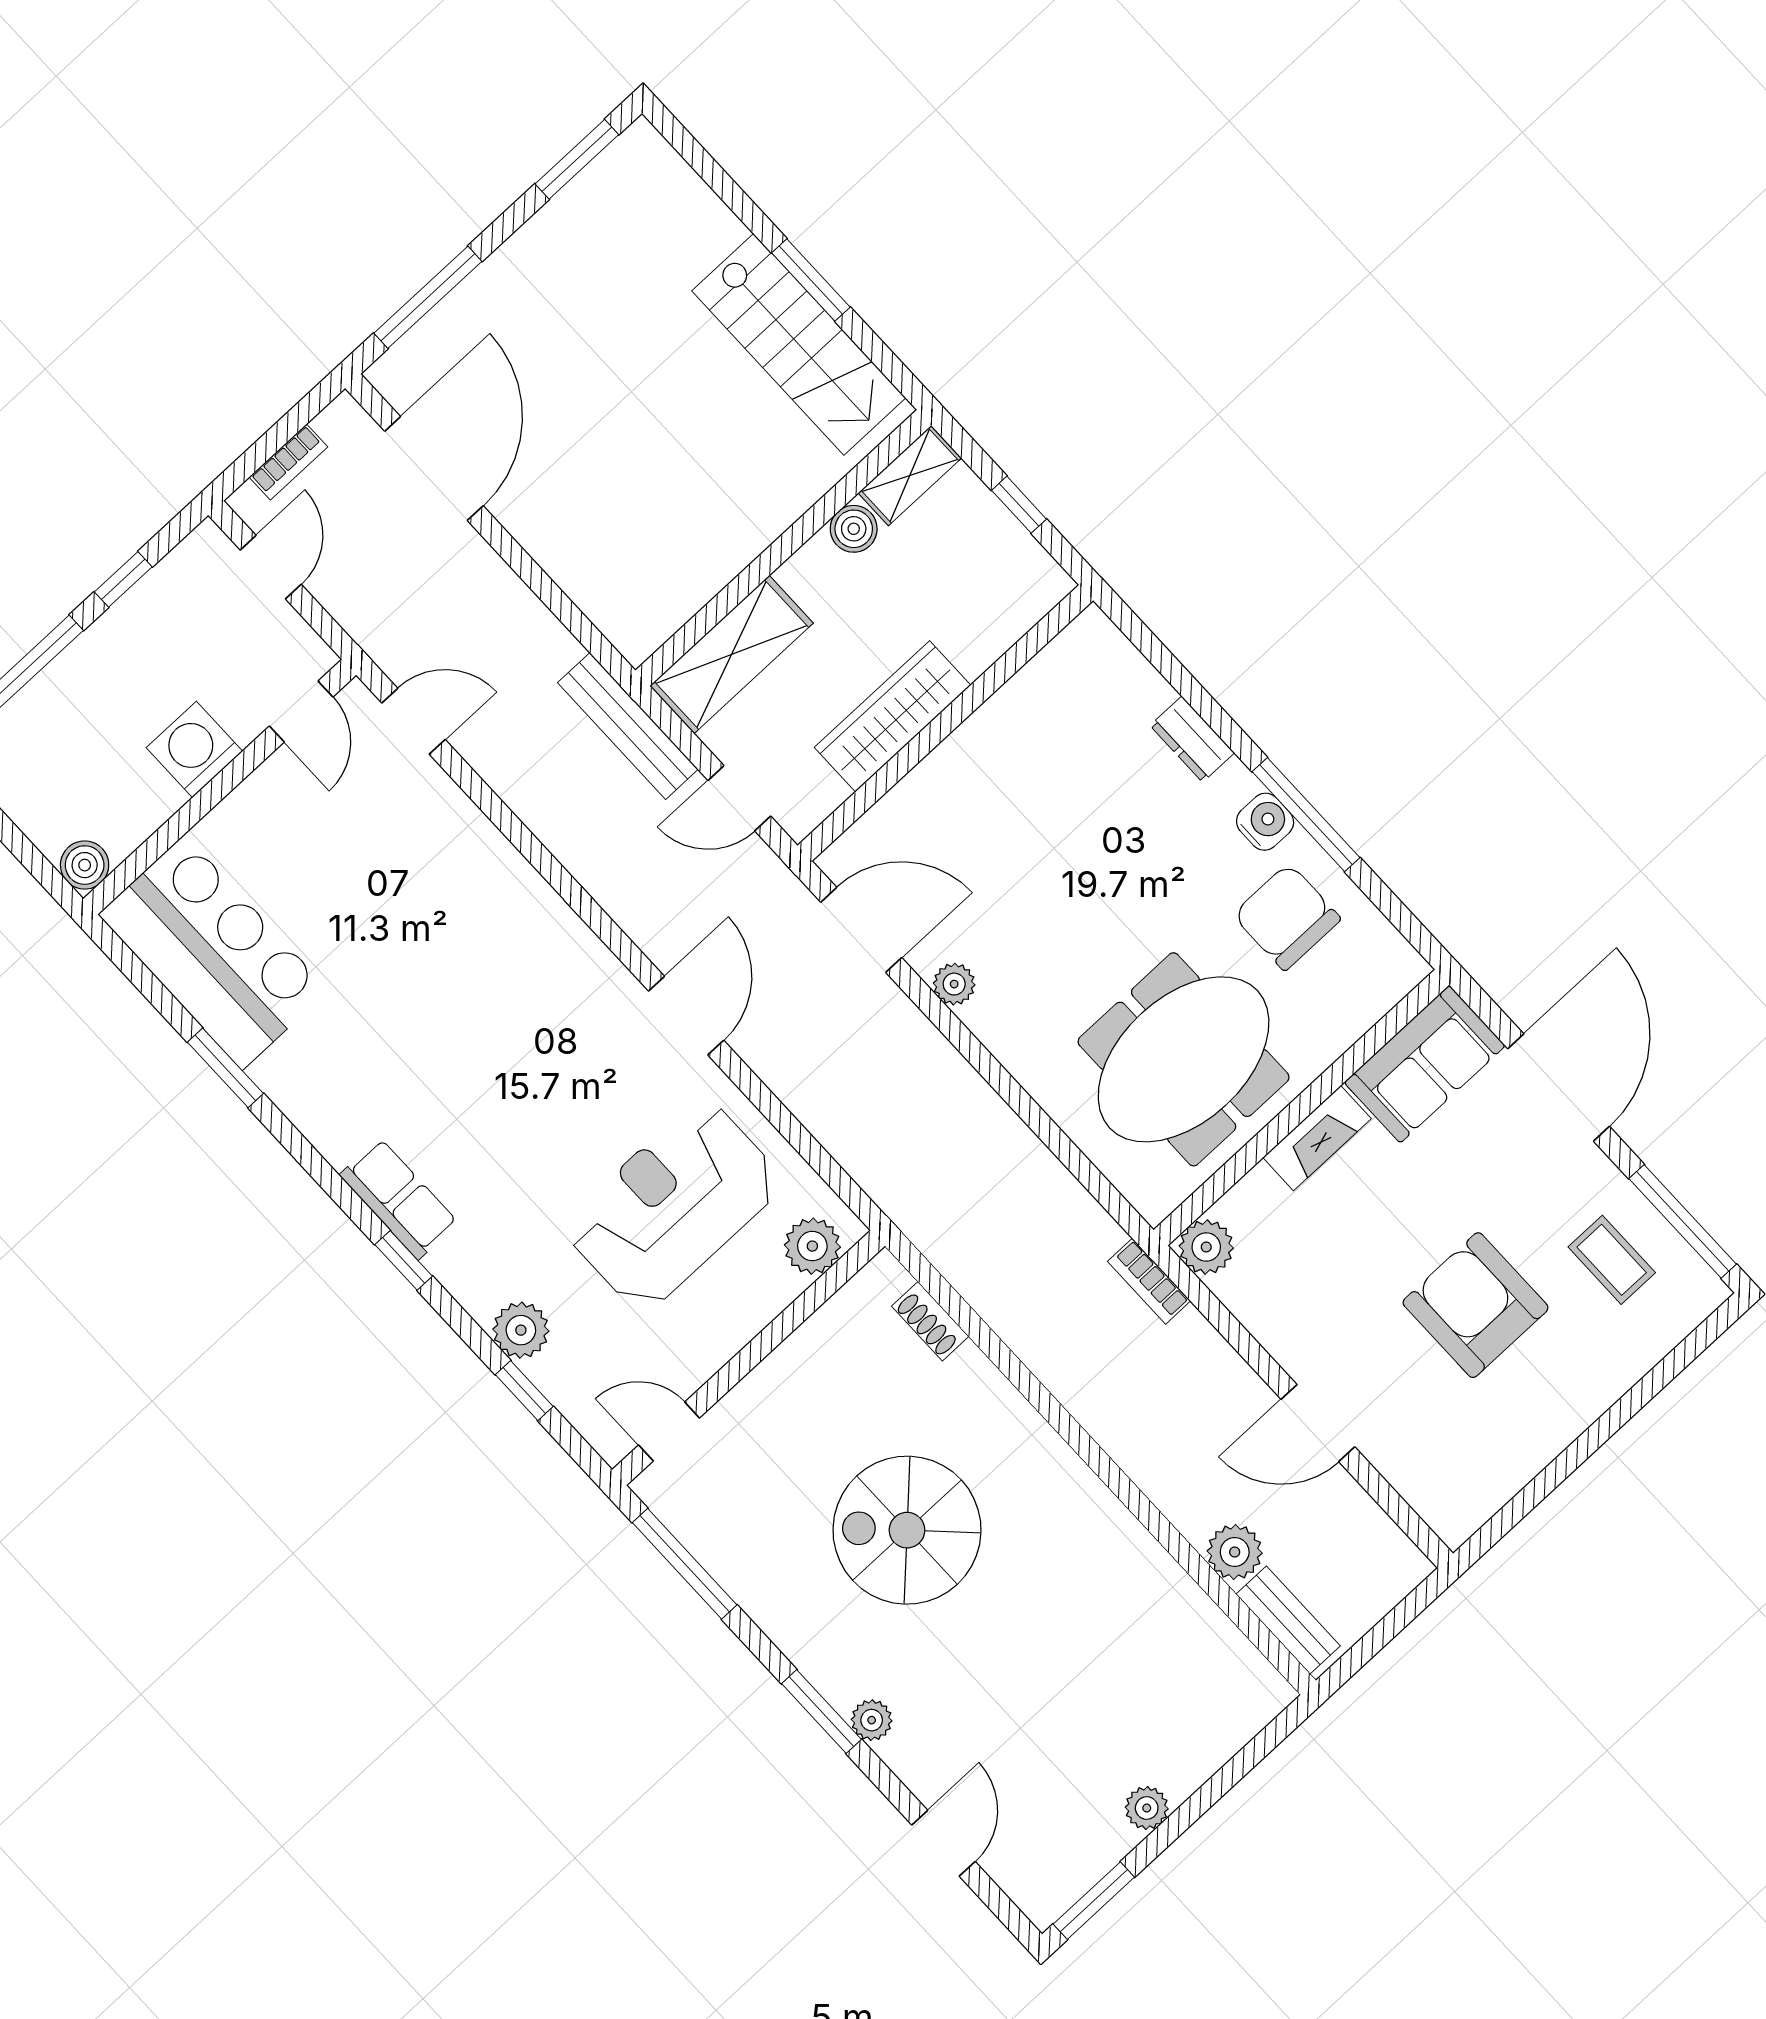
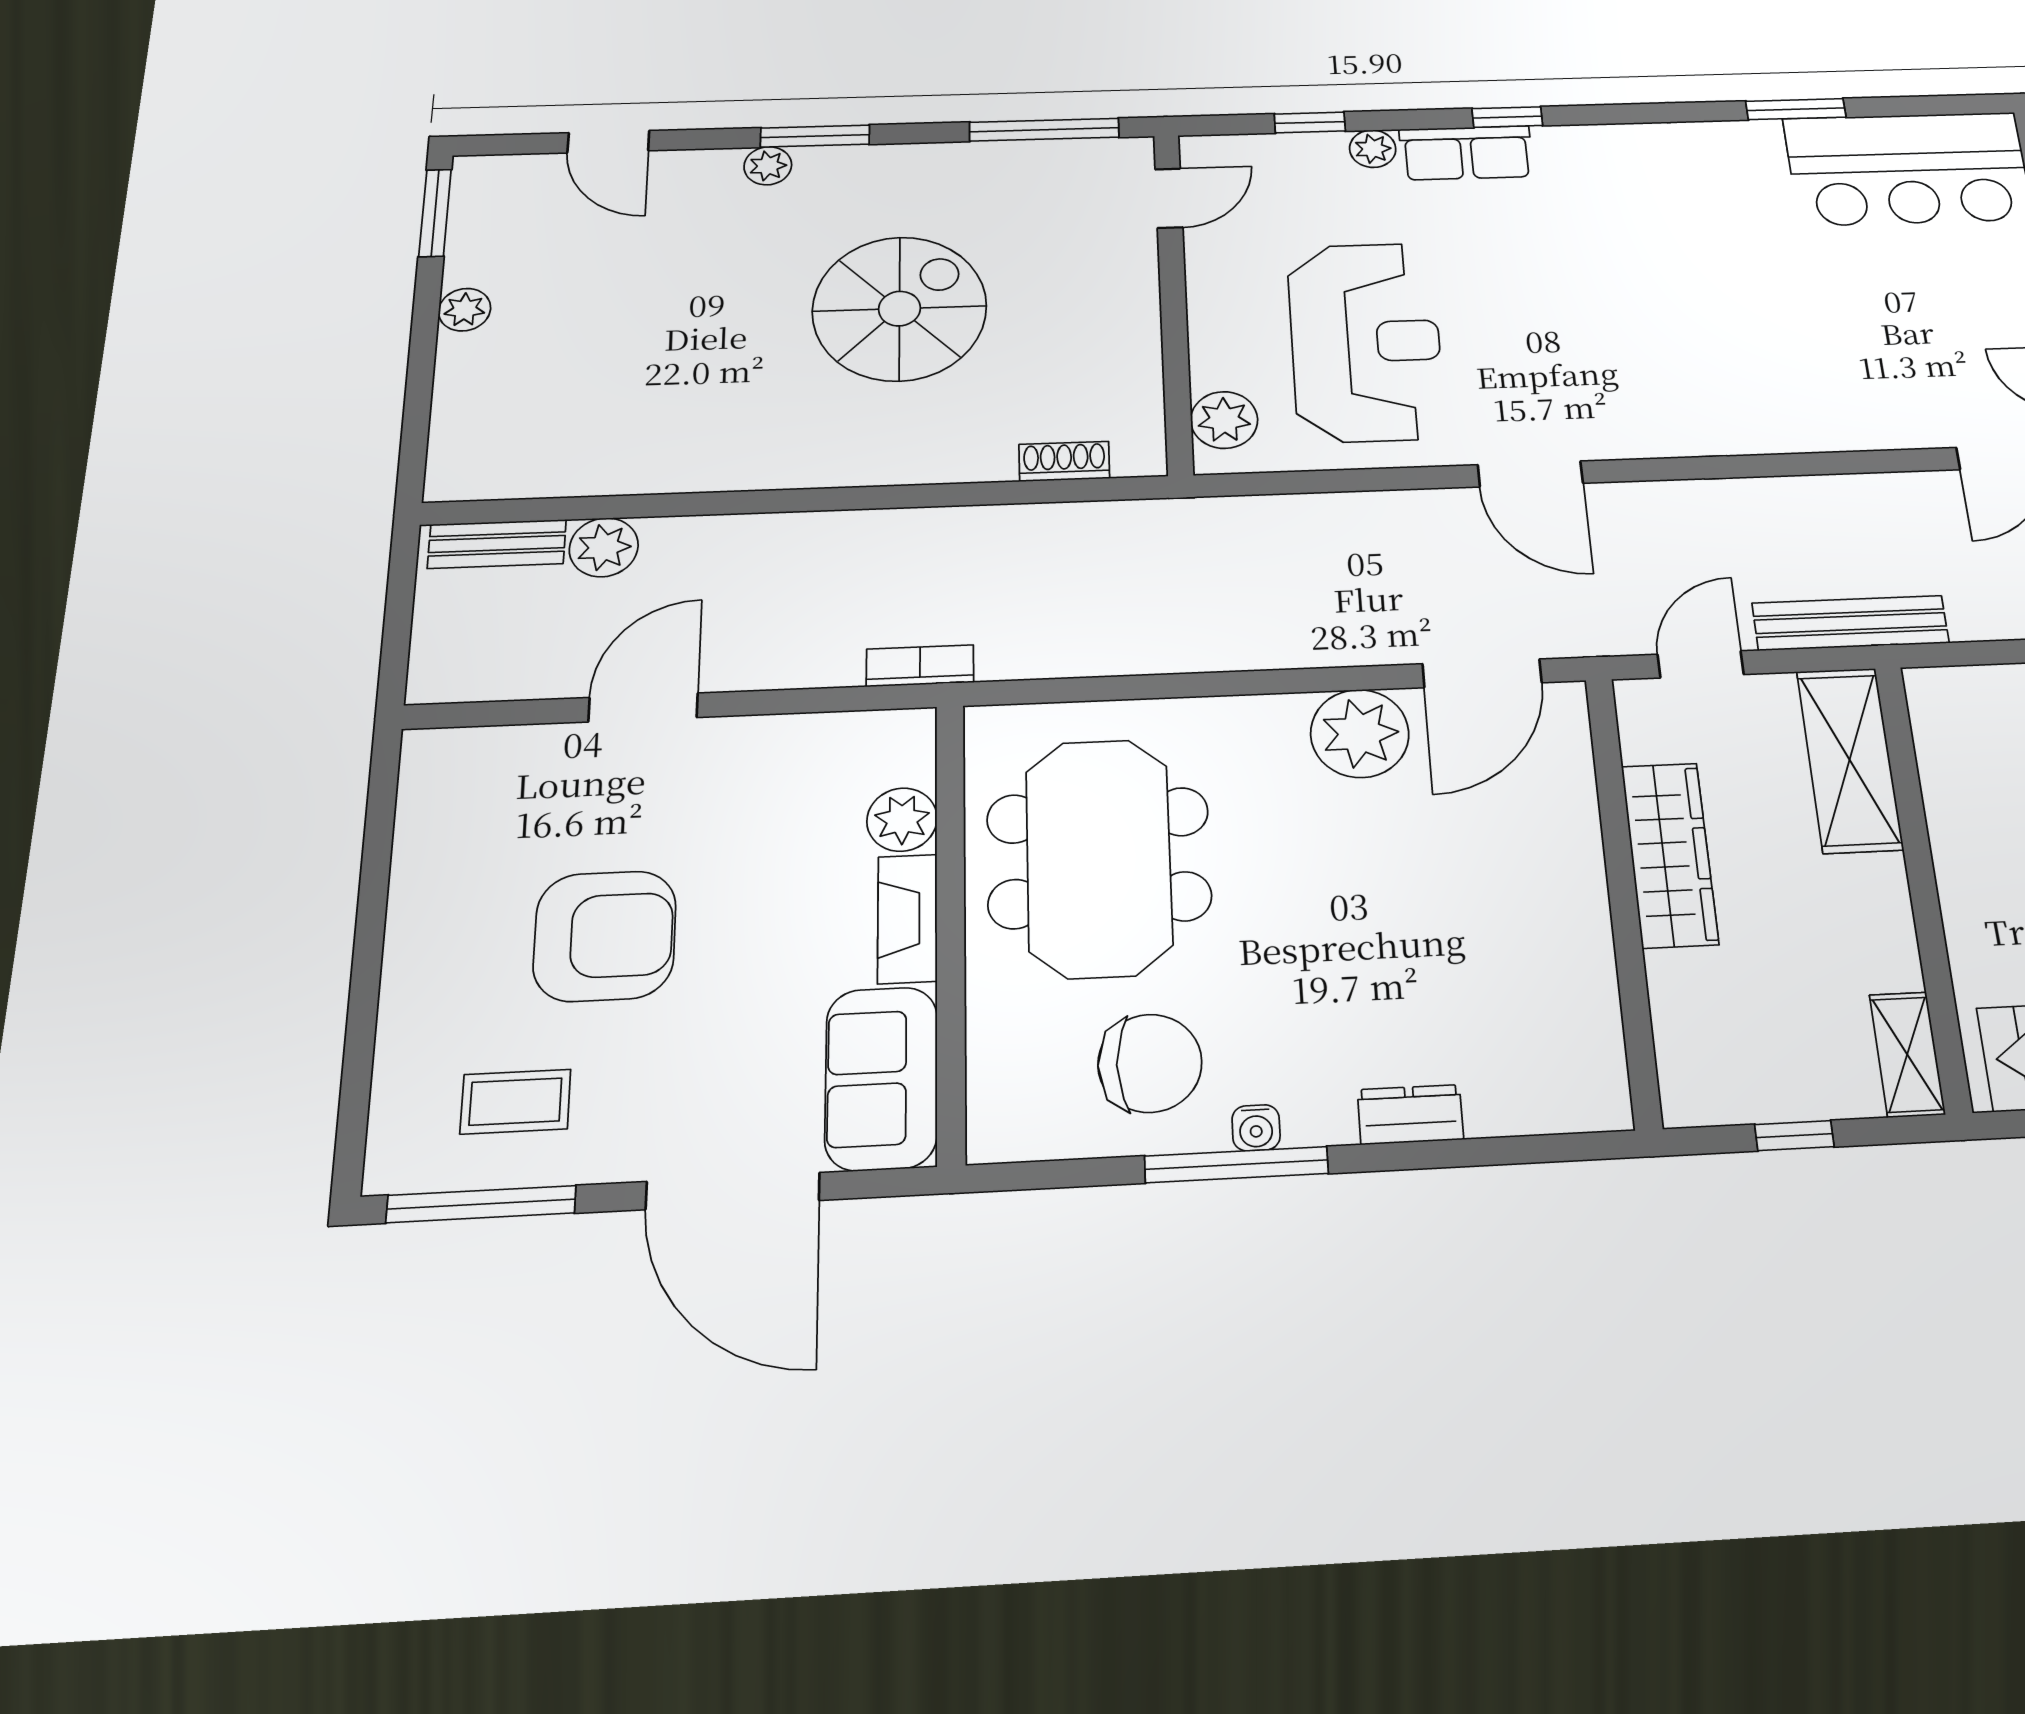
boiler: (854, 529) -> (1892, 961), removed
water cooler: (1265, 822) -> (1256, 1128), width x0.72, depth x0.72
plant: (954, 984) -> (1360, 733), width x1.88, depth x1.88
row of seats: (399, 1199) -> (1466, 153), moved
plant: (1206, 1247) -> (902, 820), moved
plant: (521, 1330) -> (1373, 149), width x0.73, depth x0.73

